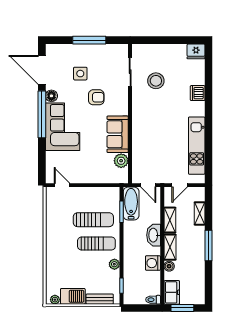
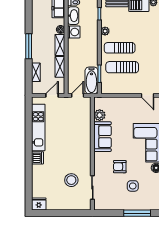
window: (89, 40) -> (137, 213), moved
dishwasher: (198, 93) -> (37, 158), moved
door: (148, 185) -> (78, 95), hinge flipped
washbasin: (154, 235) -> (73, 16), moved

